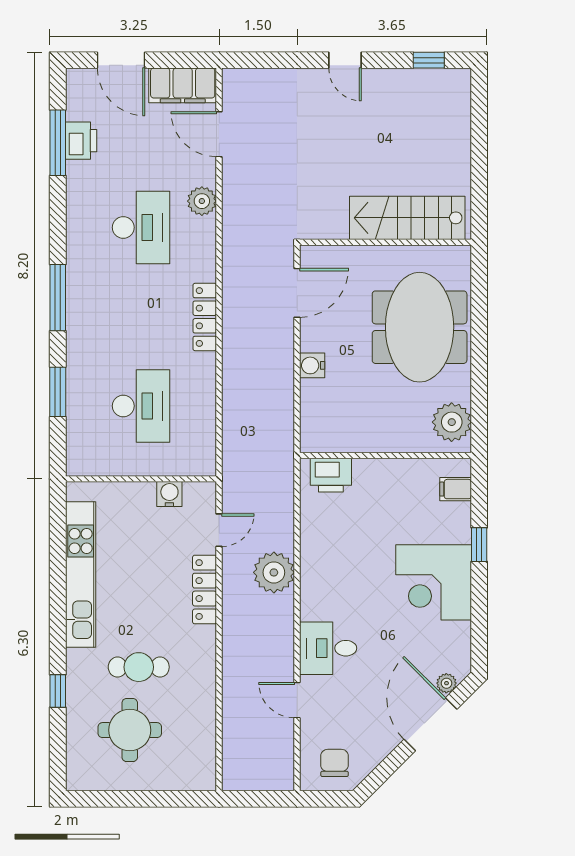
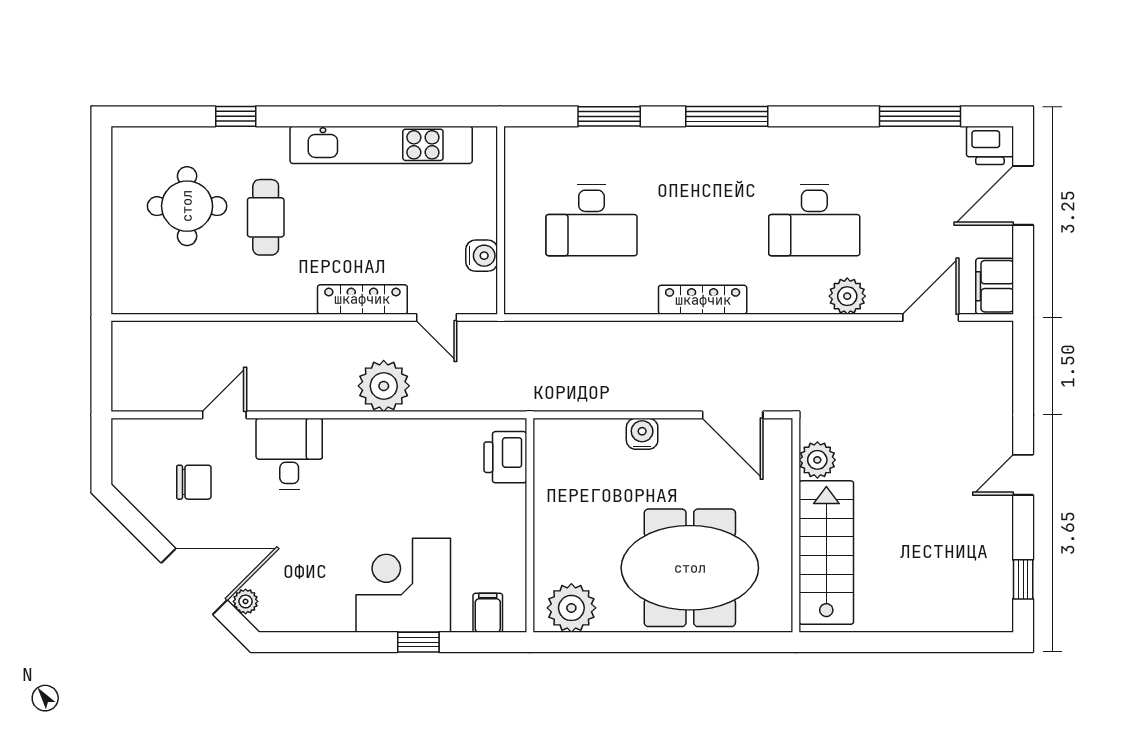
filing cabinet: (183, 85) -> (995, 286), width x0.67, depth x0.86
printer: (81, 141) -> (990, 145), moved
plant: (333, 225) -> (817, 460), added
corner desk: (434, 582) -> (403, 585), moved
chair: (335, 763) -> (194, 482), moved

